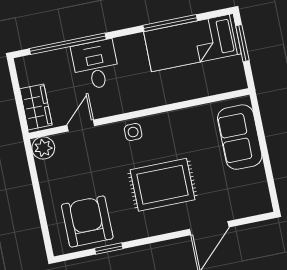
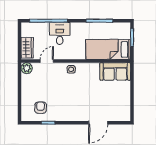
bed: (192, 43) -> (108, 49), moved
sofa: (240, 137) -> (115, 72), moved, turned -90
rug: (163, 185) -> (80, 97), removed
armchair: (87, 221) -> (41, 108), width x0.53, depth x0.53

